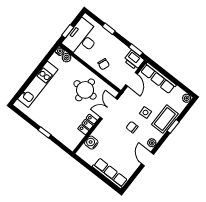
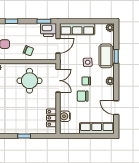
door: (132, 79) -> (58, 46), hinge flipped
double door: (109, 108) -> (58, 81), swing flipped
locker: (88, 124) -> (52, 118), moved
chair: (119, 137) -> (83, 96), added
door: (147, 159) -> (116, 108), moved

